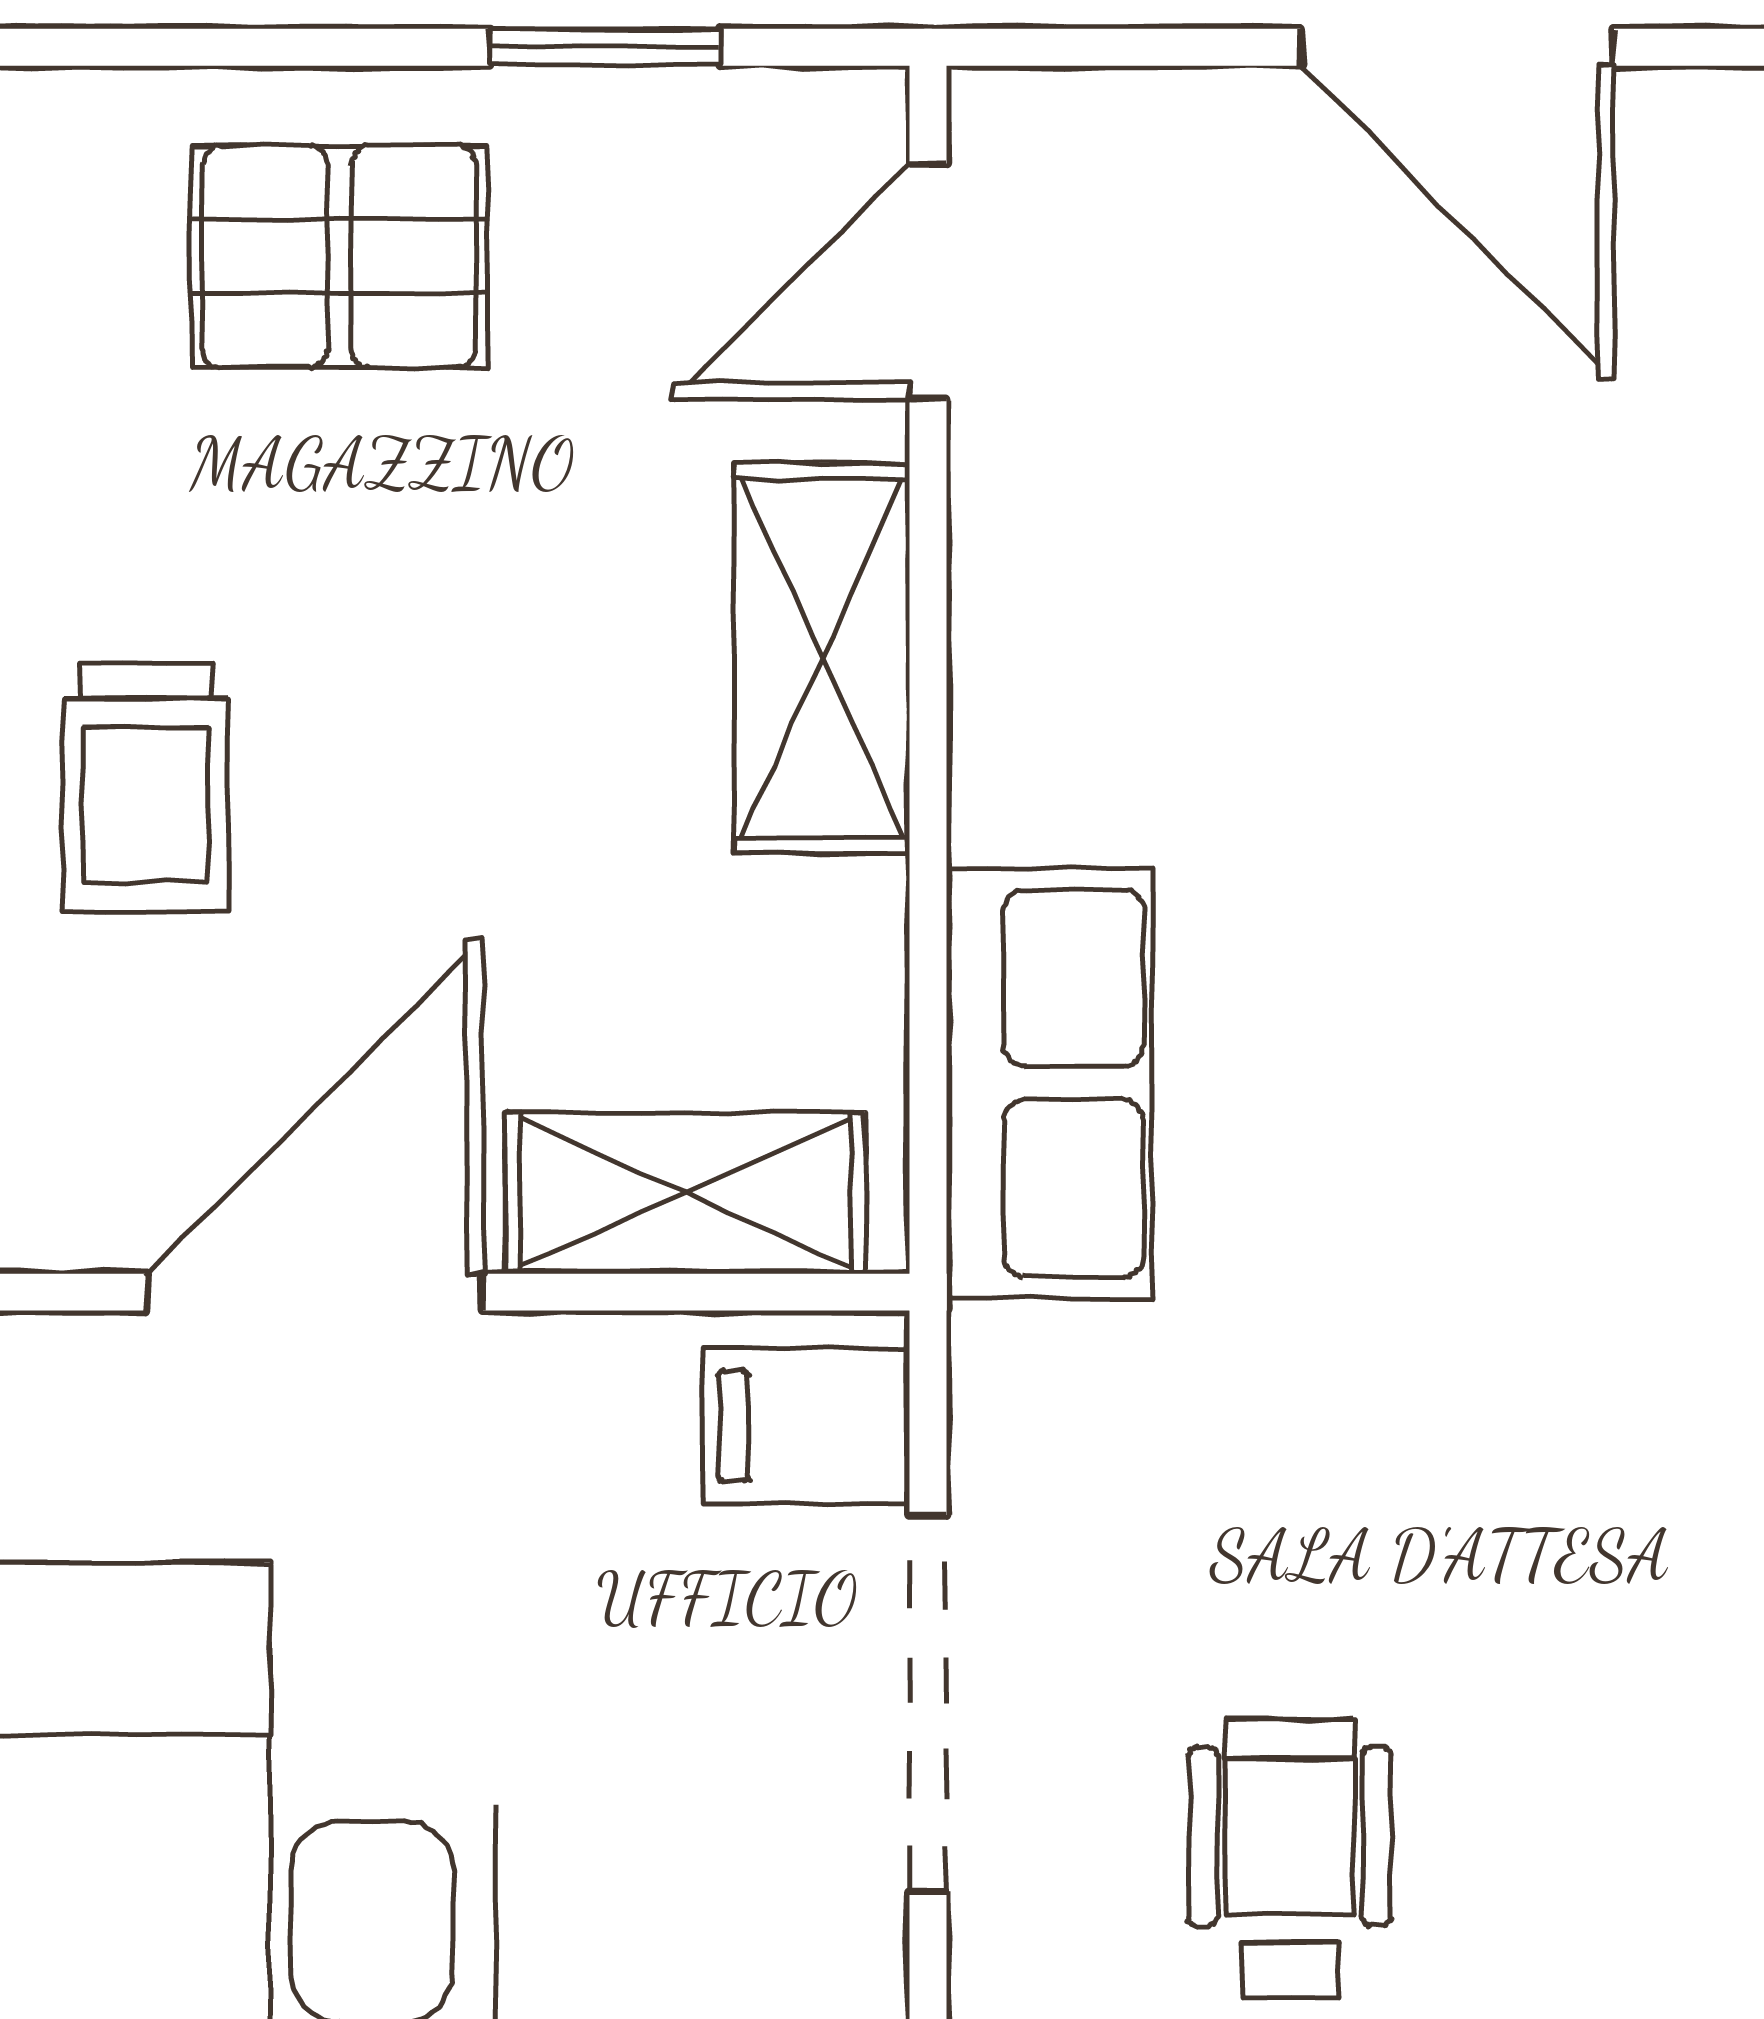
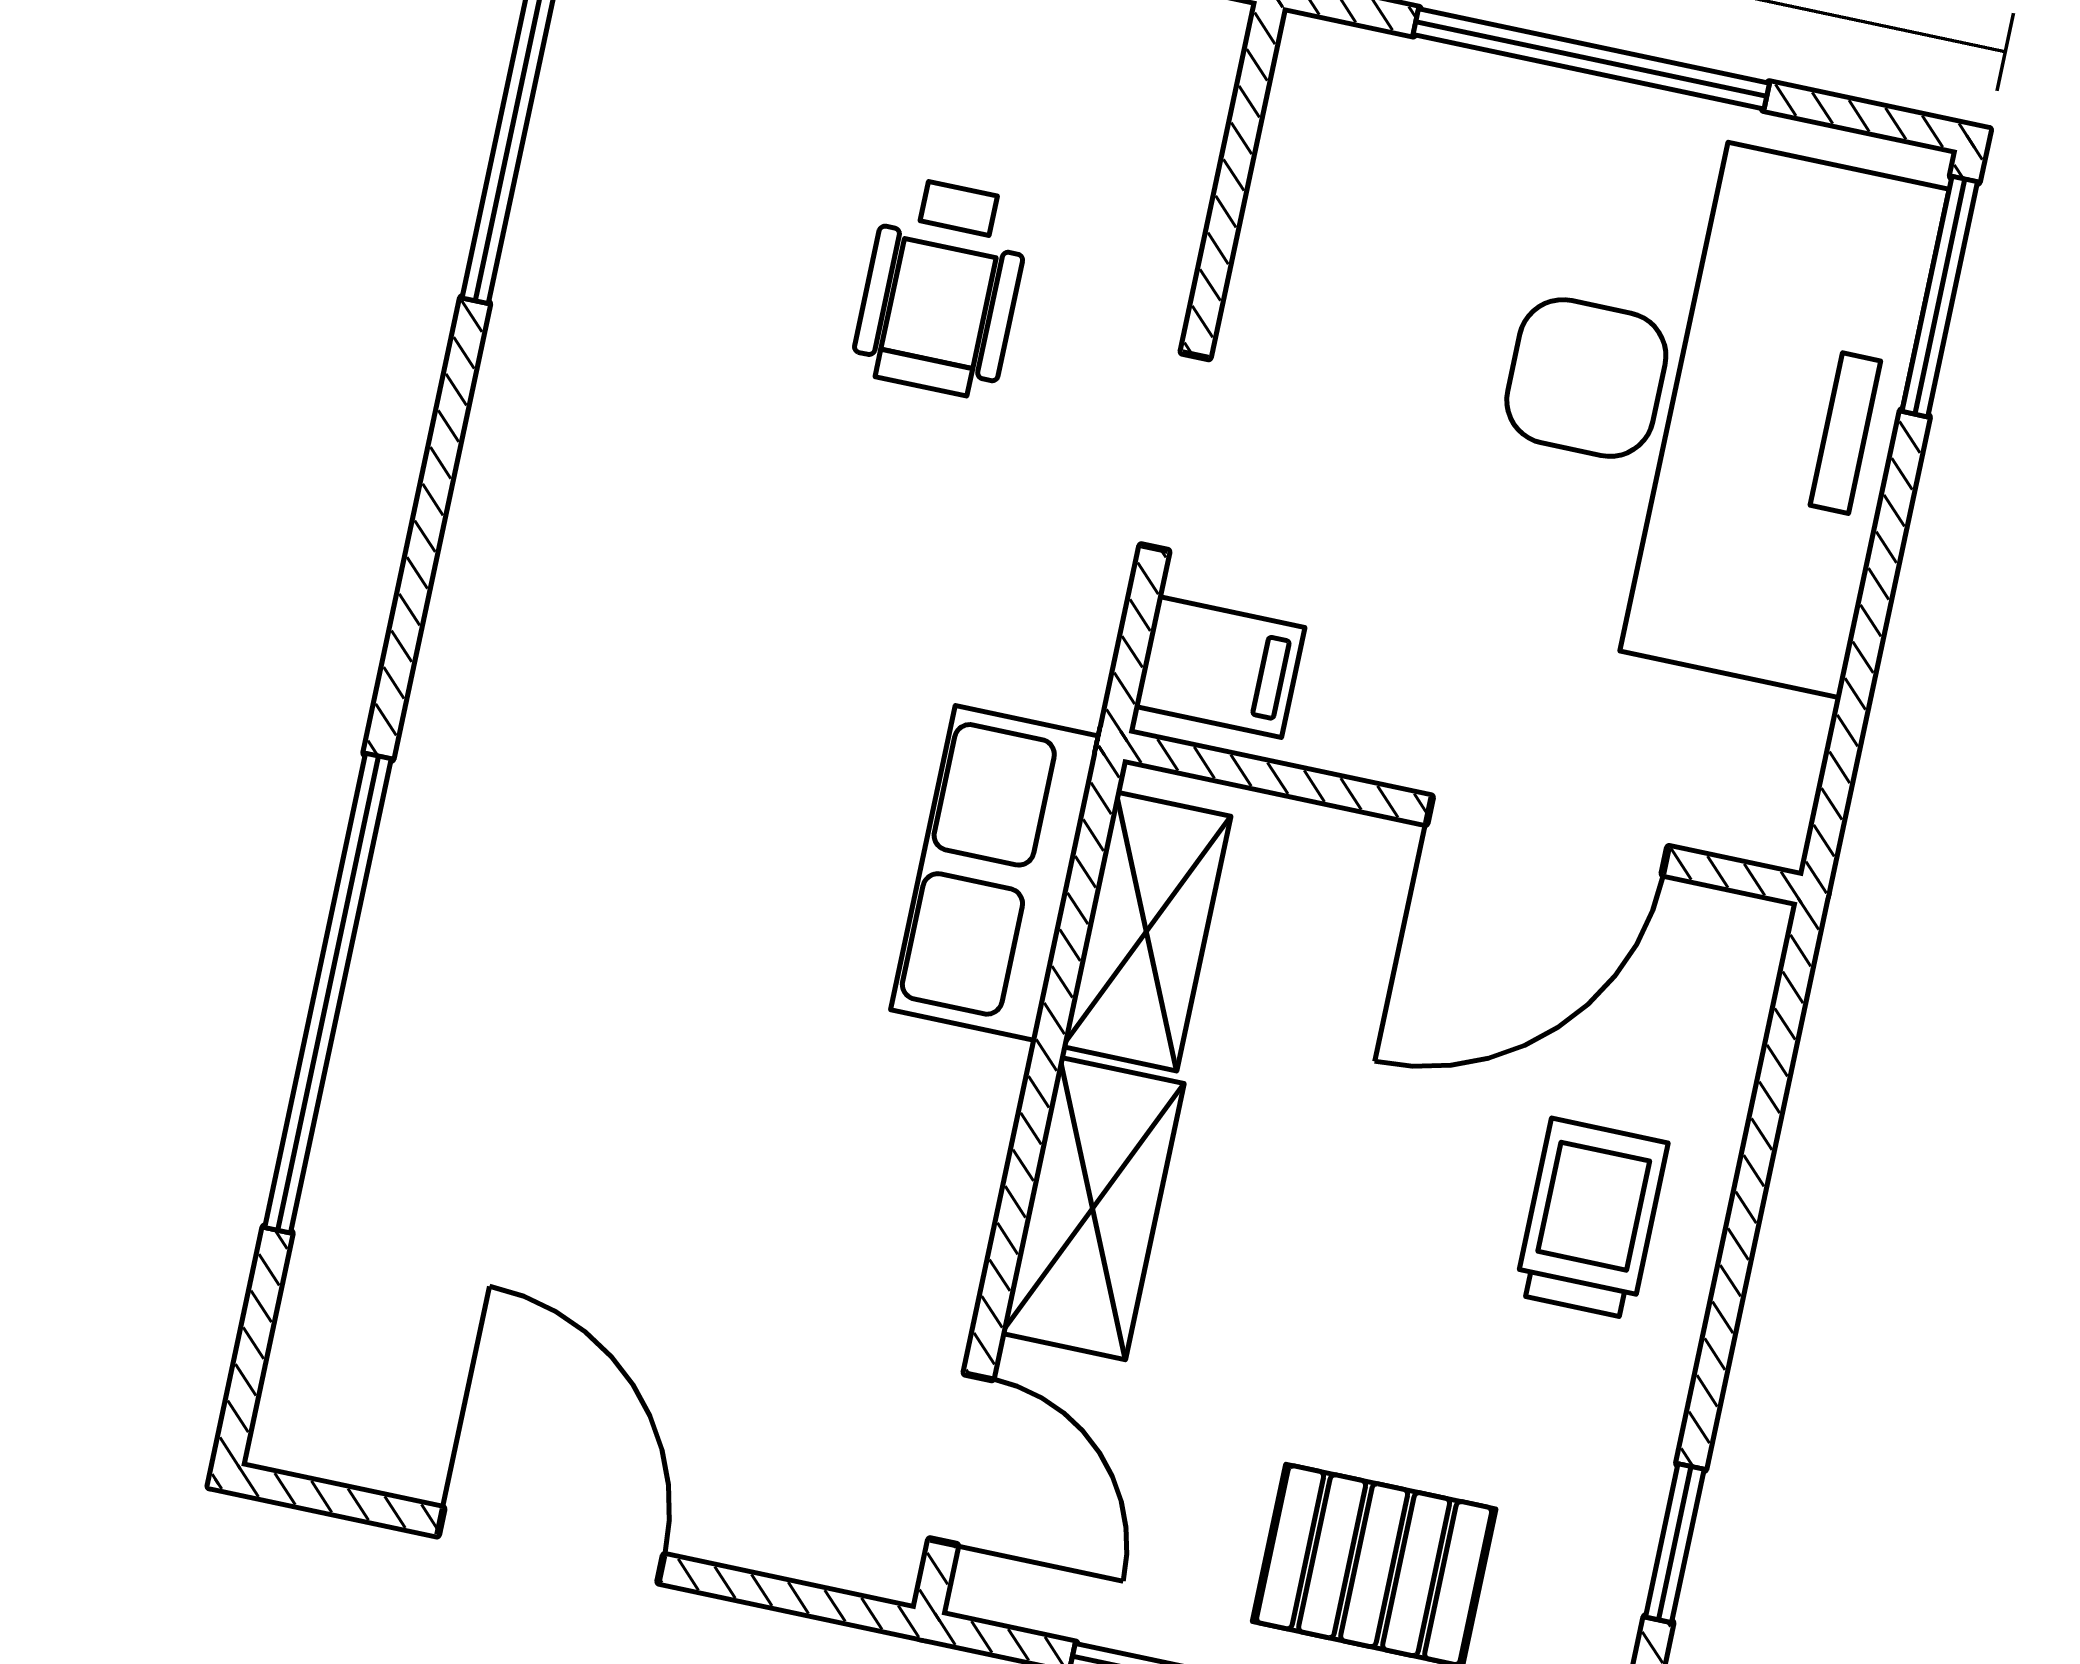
door: (928, 281) -> (961, 1459), hinge flipped
shelving: (685, 1193) -> (1146, 931), moved, turned 90
doorway: (928, 1704) -> (1175, 452), width x0.73

